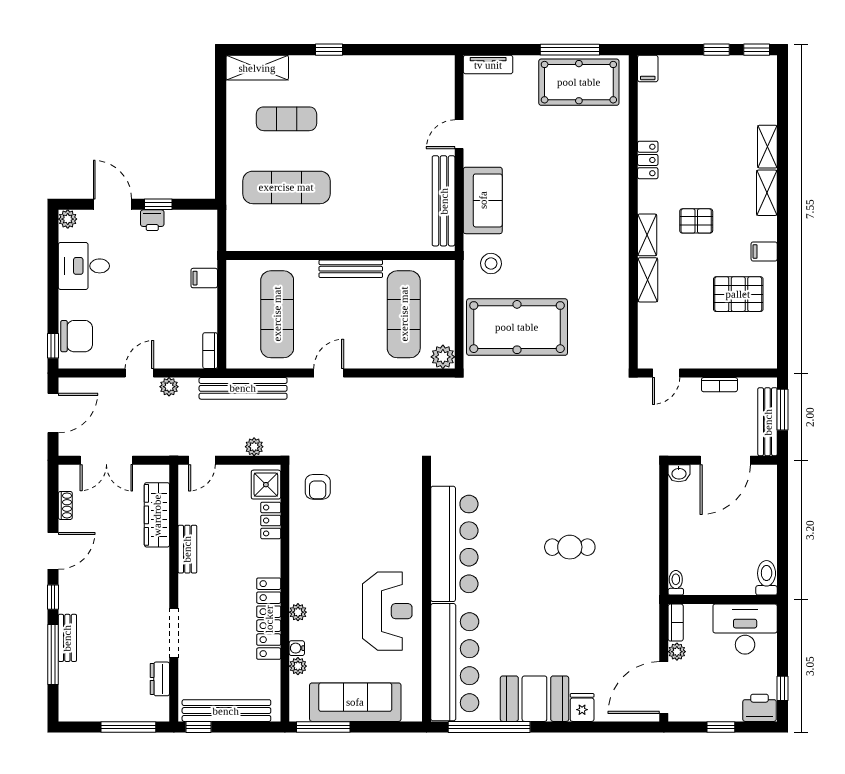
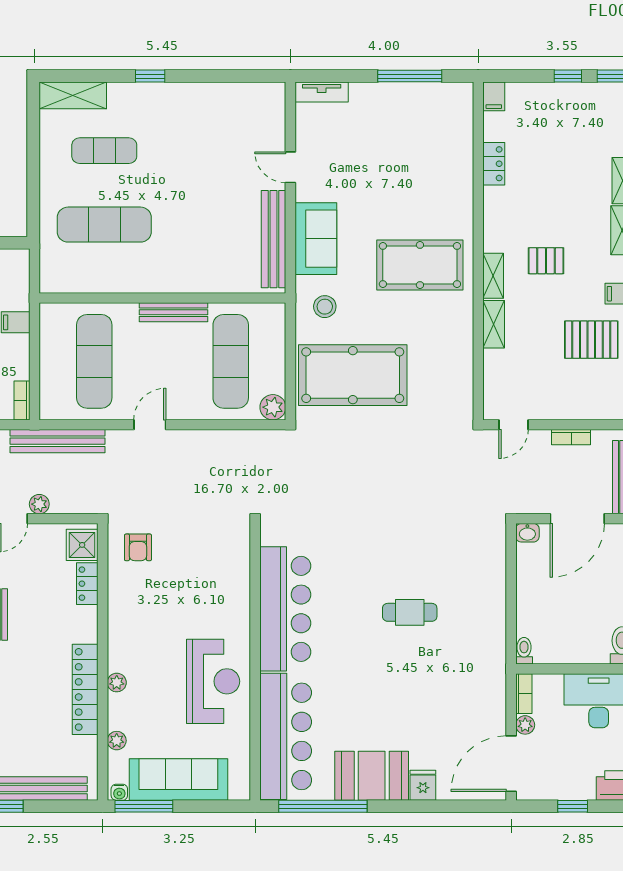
pool table: (579, 82) -> (420, 265), moved
door: (459, 134) -> (290, 167), hinge flipped
locker: (648, 160) -> (494, 164), moved
plant: (254, 447) -> (39, 504), moved
water cooler: (297, 648) -> (119, 792), moved, turned -90

